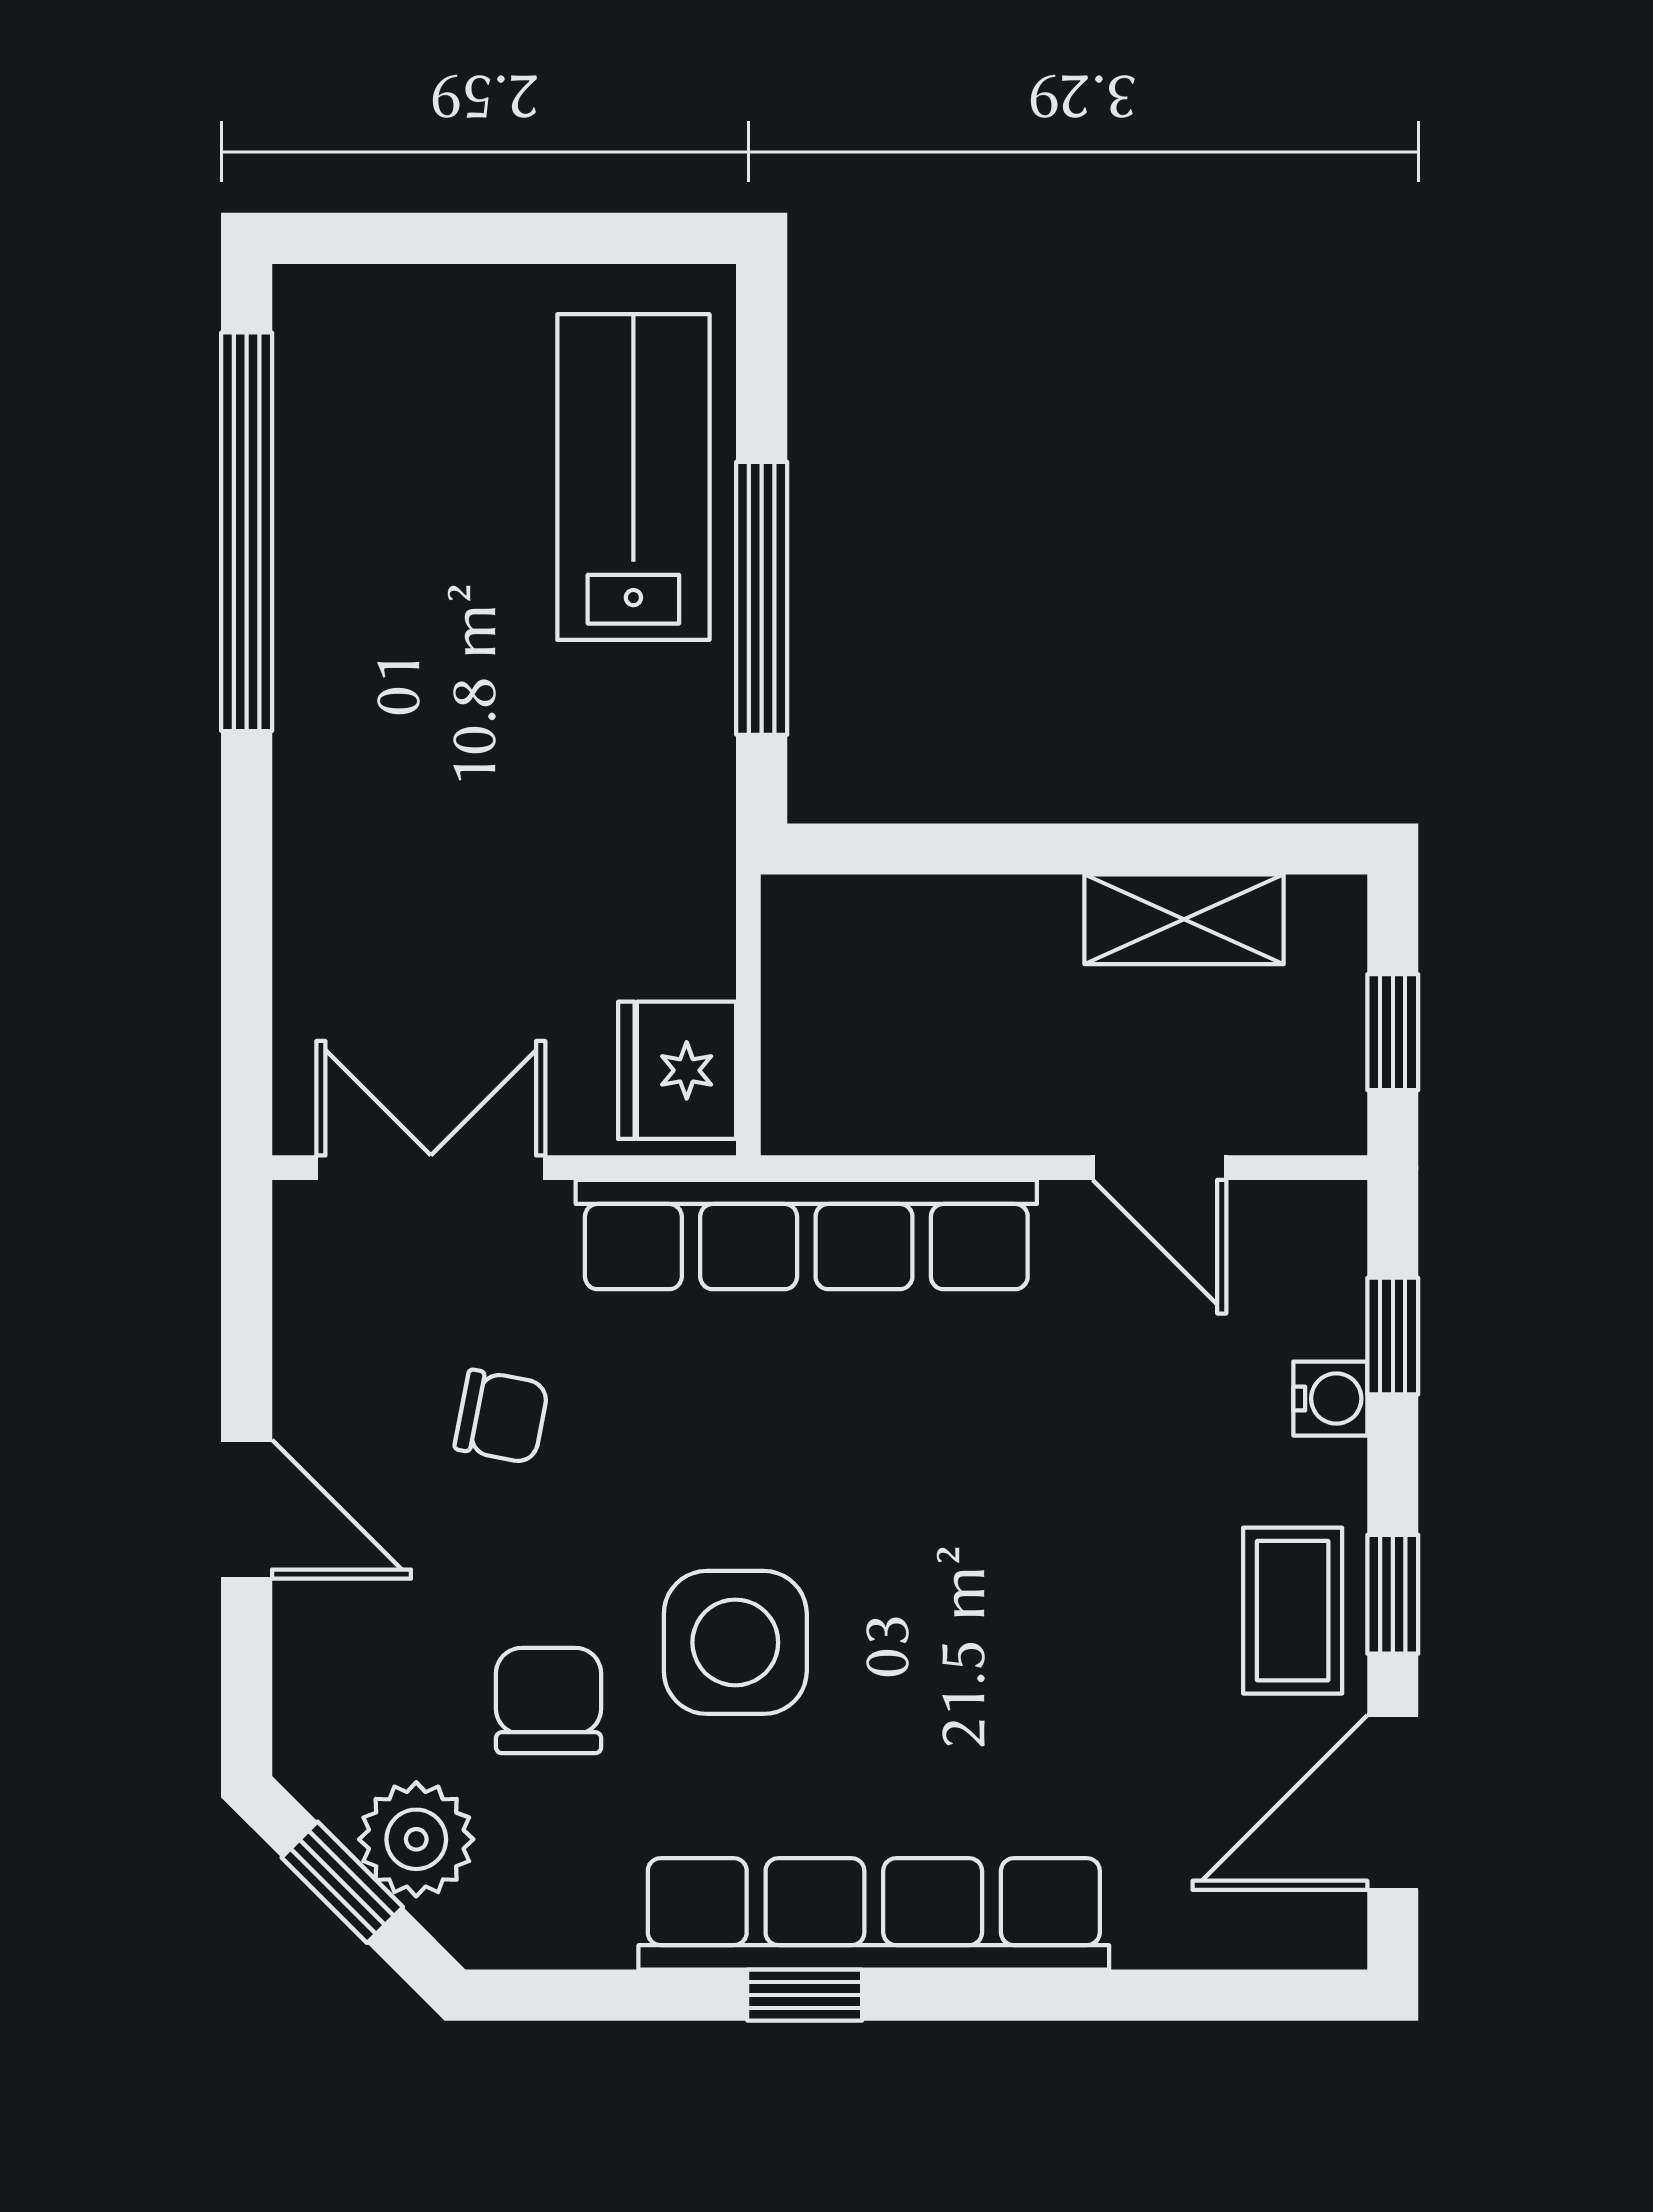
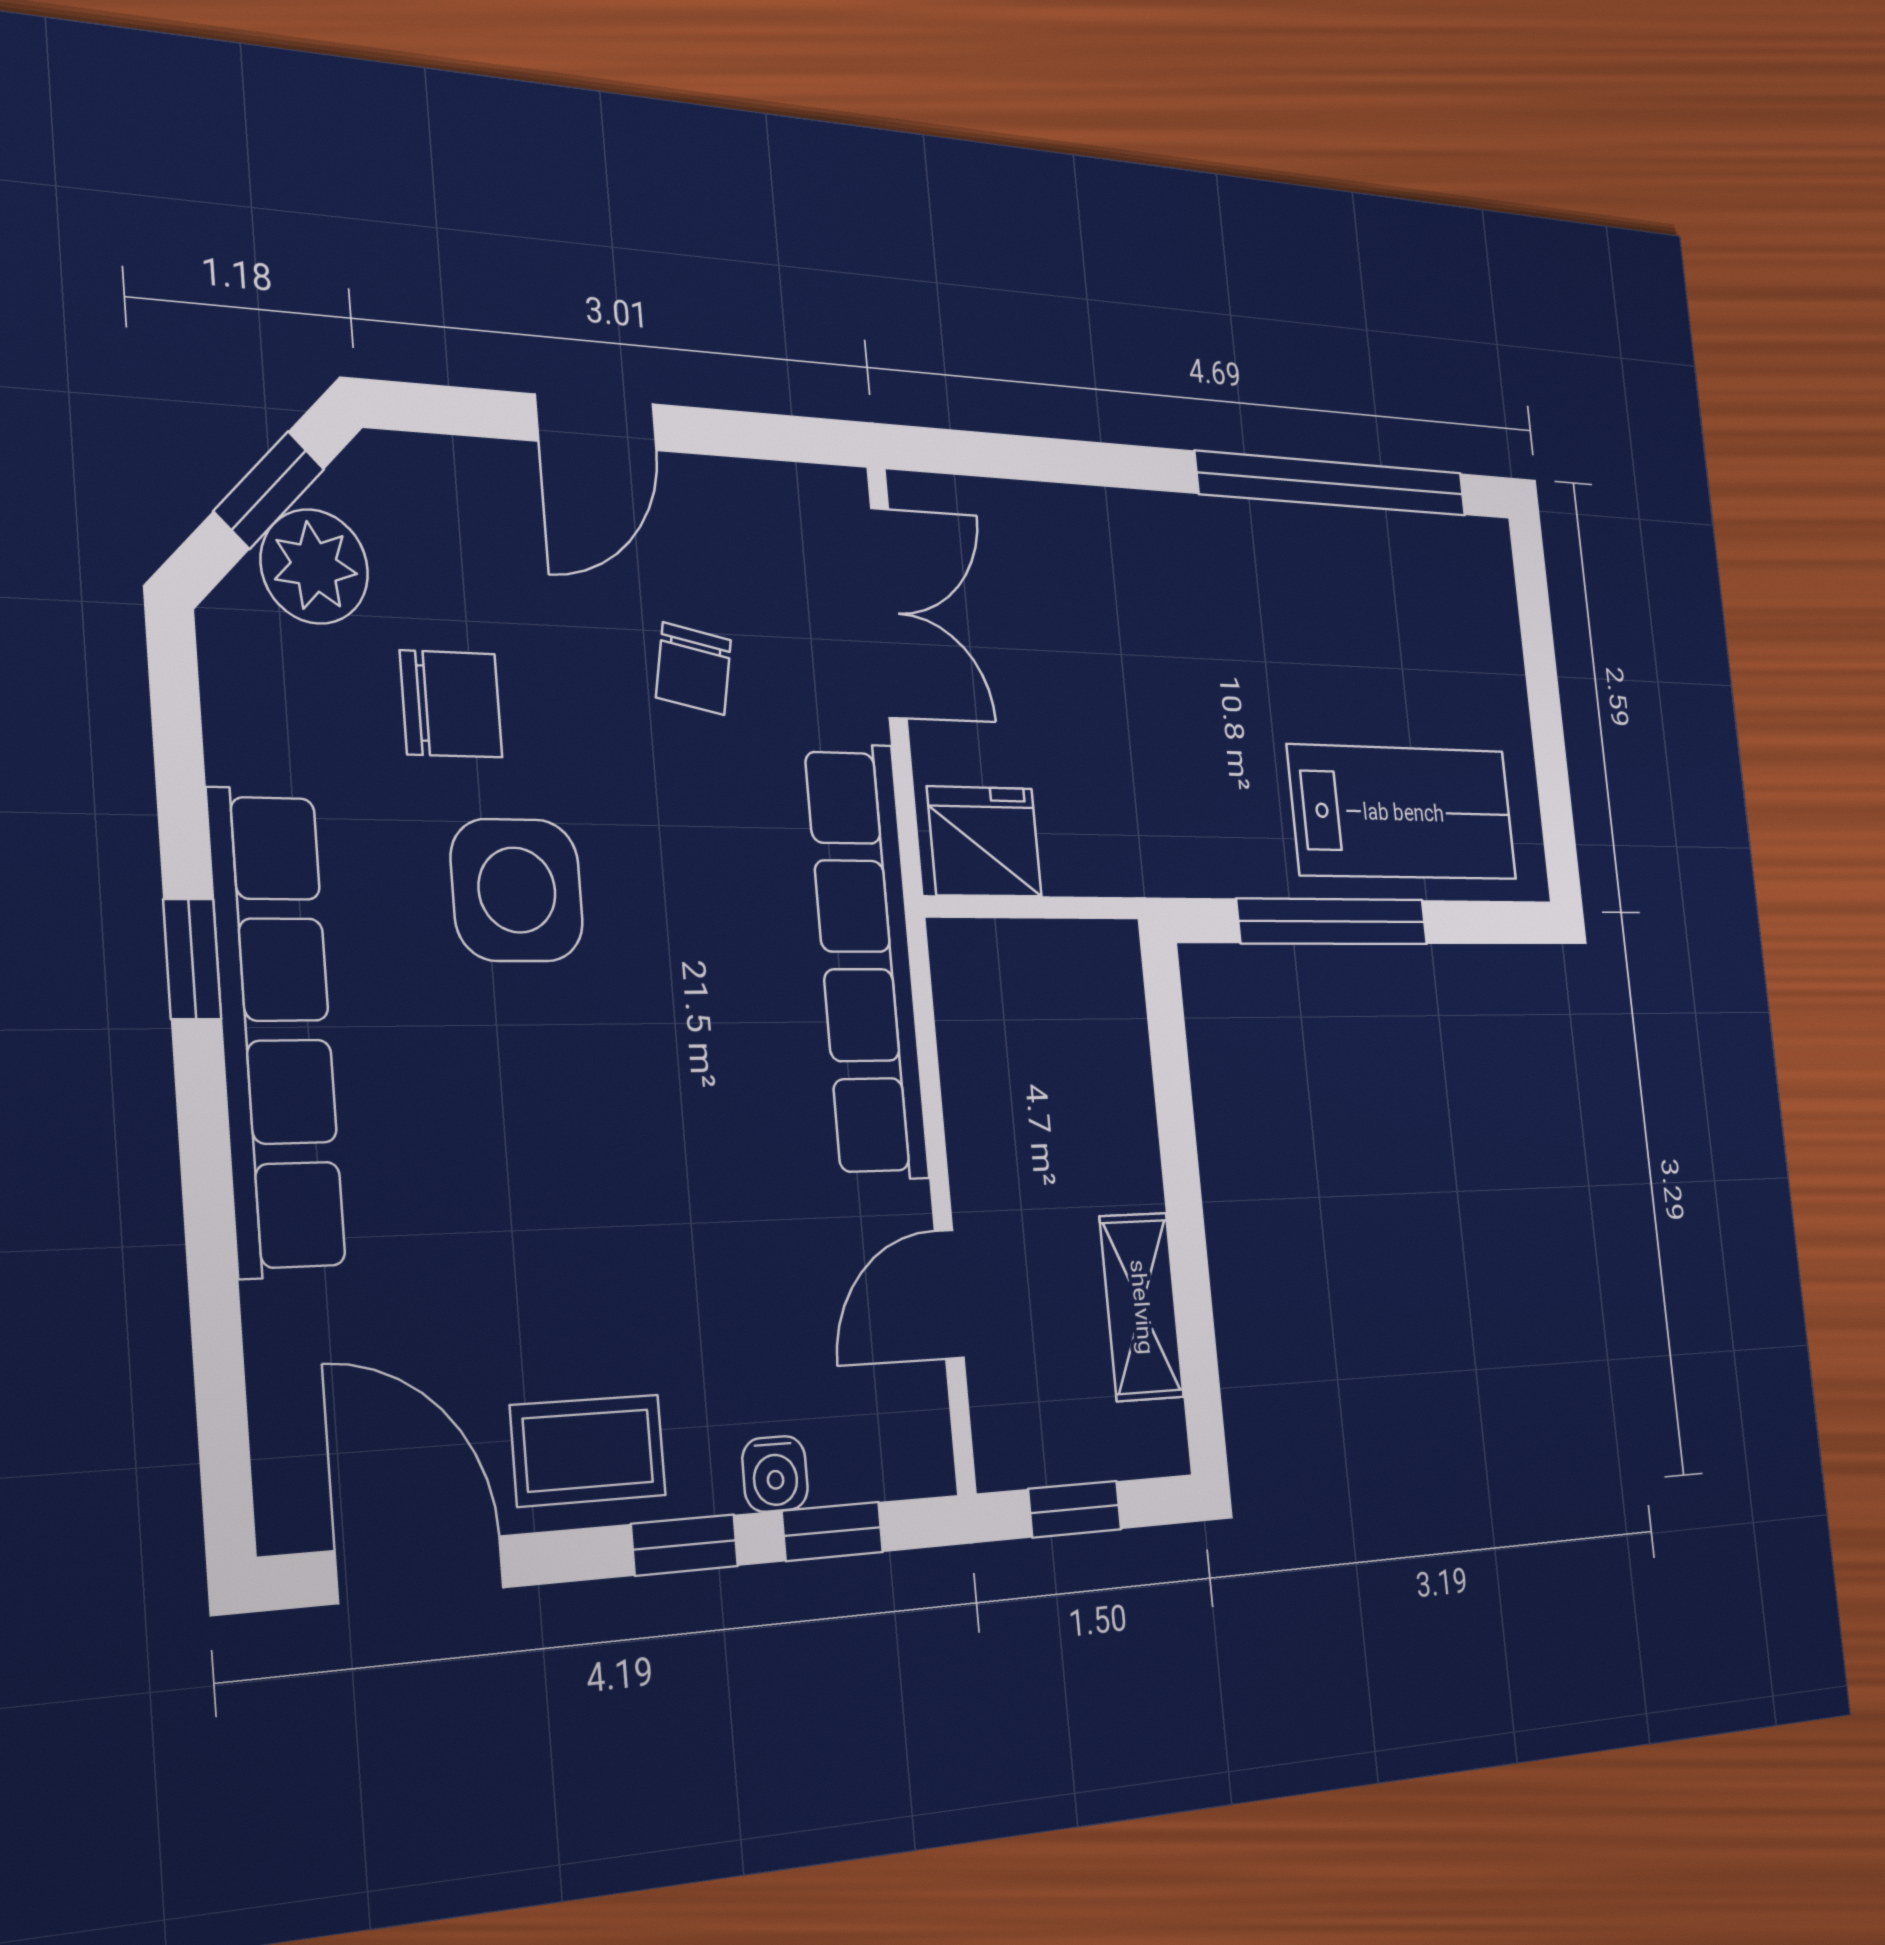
window: (1393, 1594) -> (685, 1545), moved

